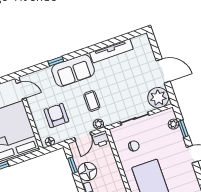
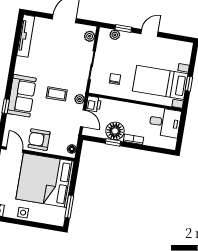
tv unit: (111, 51) -> (26, 36), moved
door: (21, 91) -> (15, 150), hinge flipped
plant: (158, 98) -> (90, 36), width x0.53, depth x0.53
armchair: (56, 116) -> (39, 140), moved
window: (73, 165) -> (113, 142), moved

